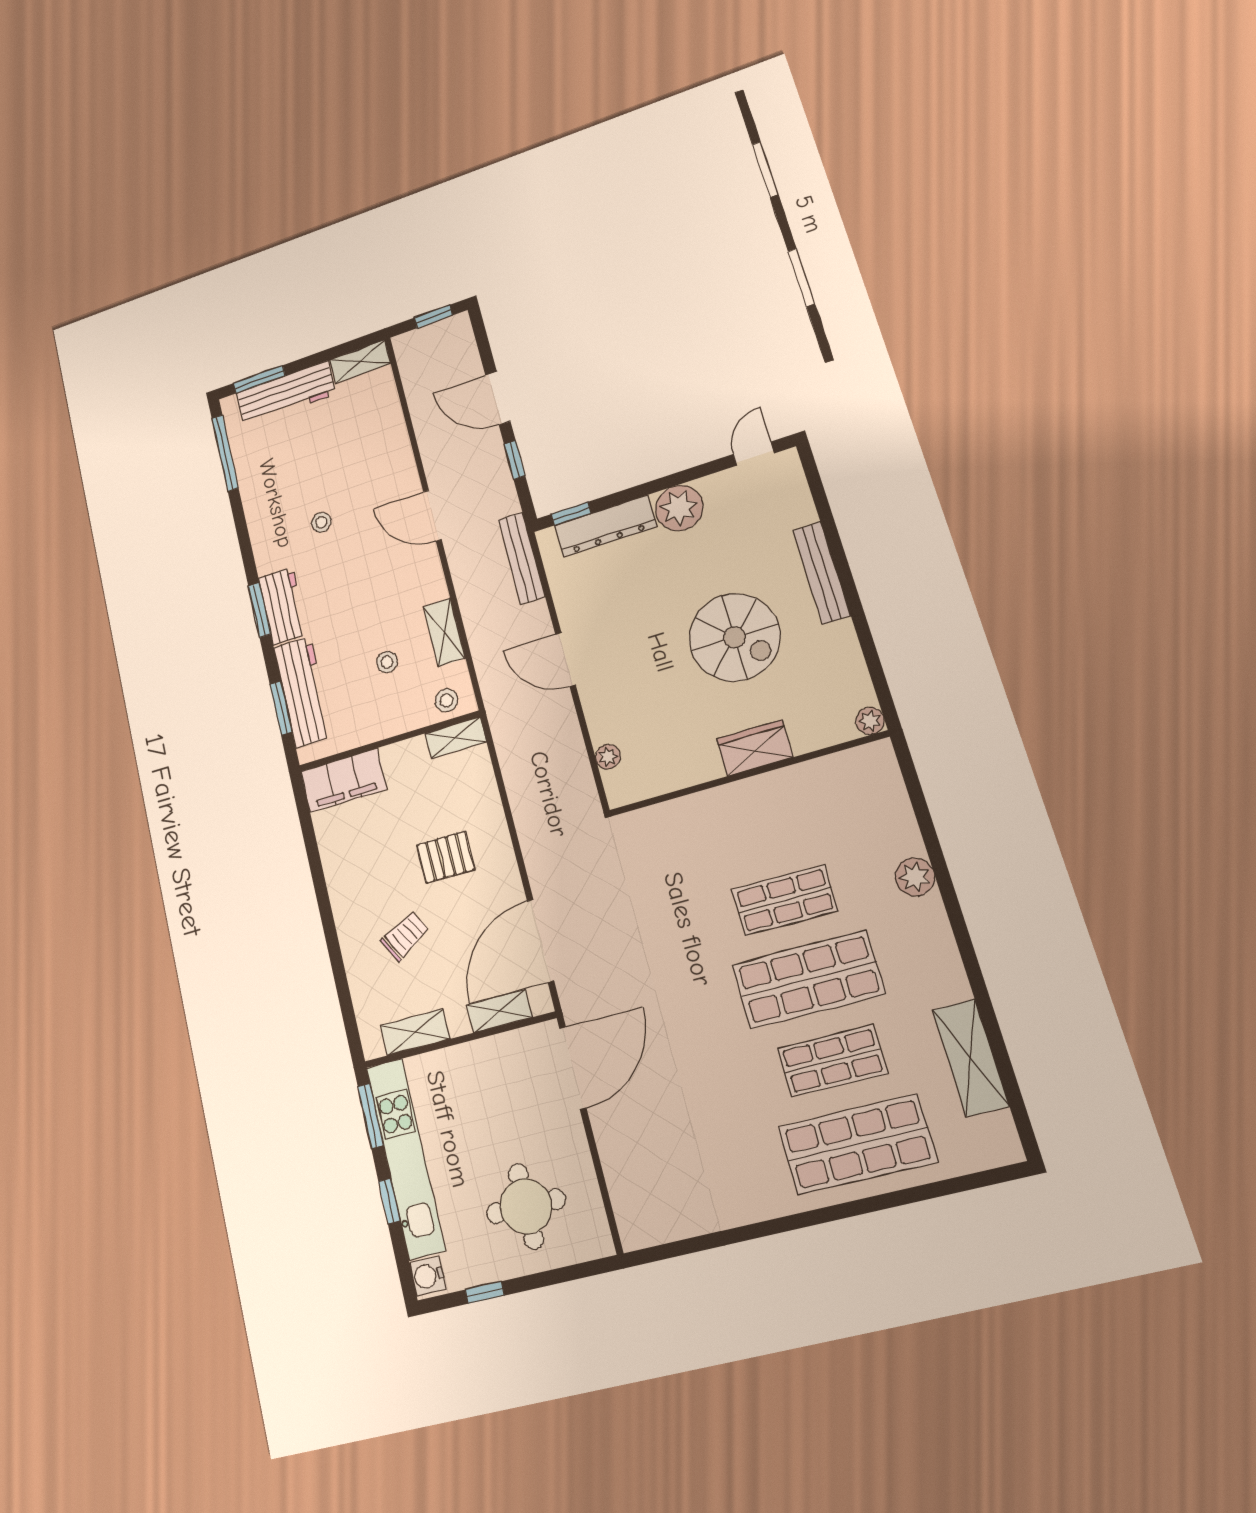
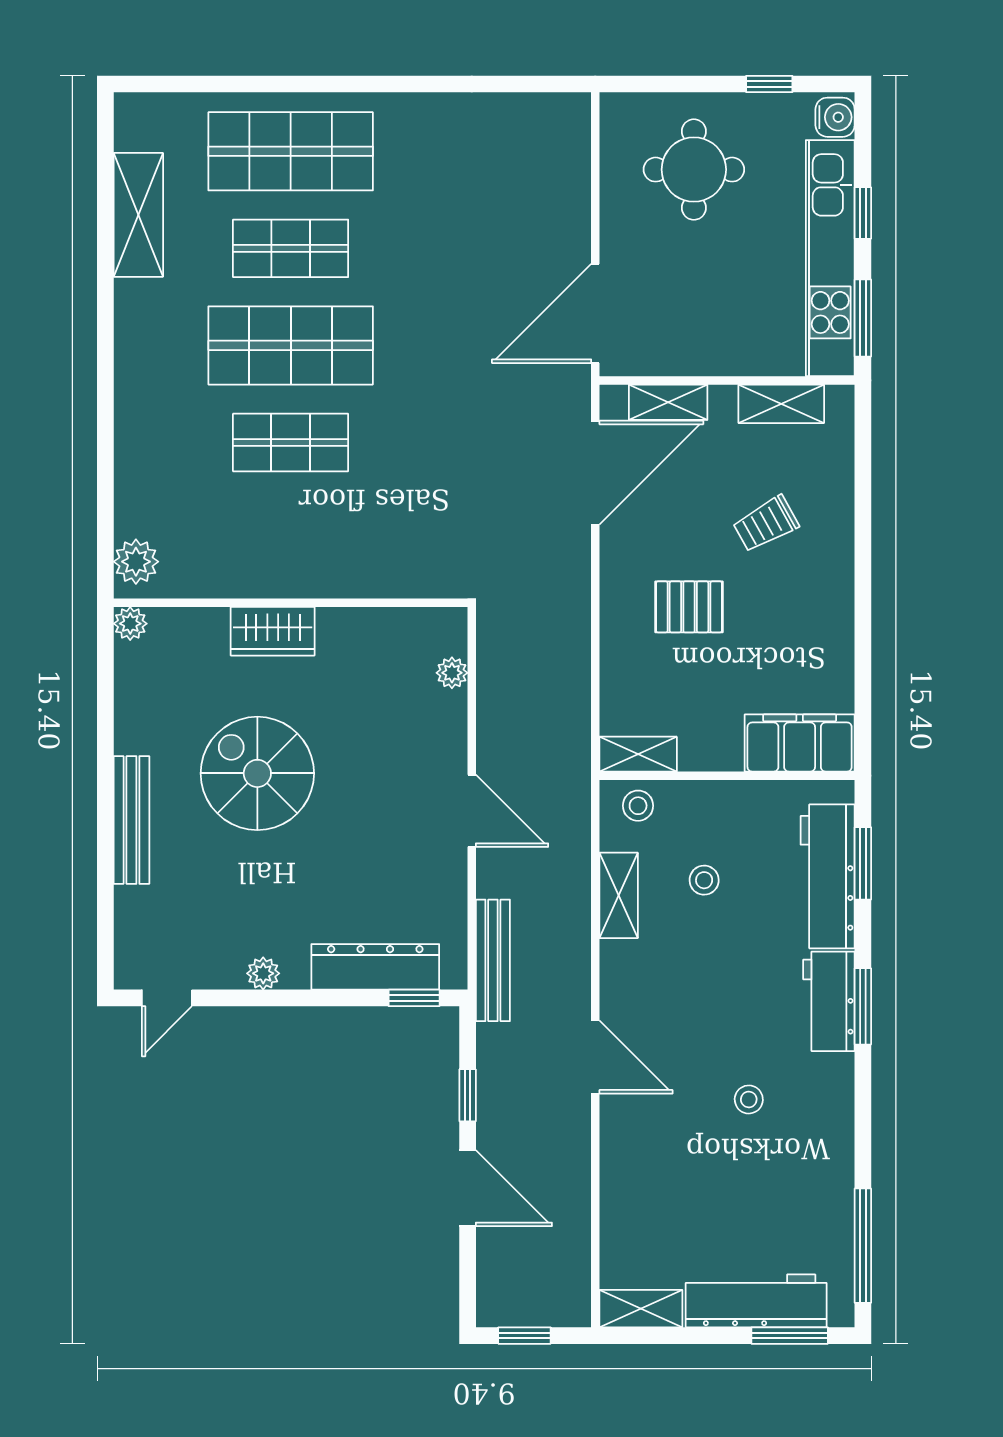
plant: (679, 508) -> (263, 973), width x0.53, depth x0.53
plant: (915, 877) -> (136, 562), moved

